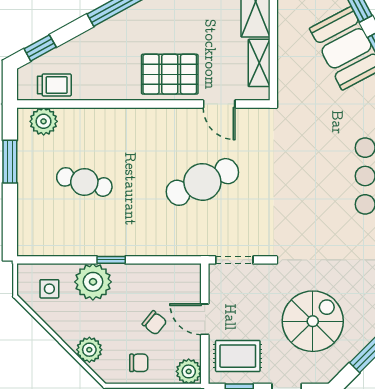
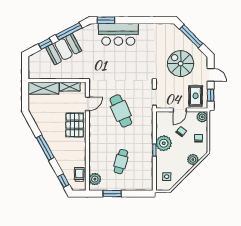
plant: (93, 282) -> (164, 143), moved

